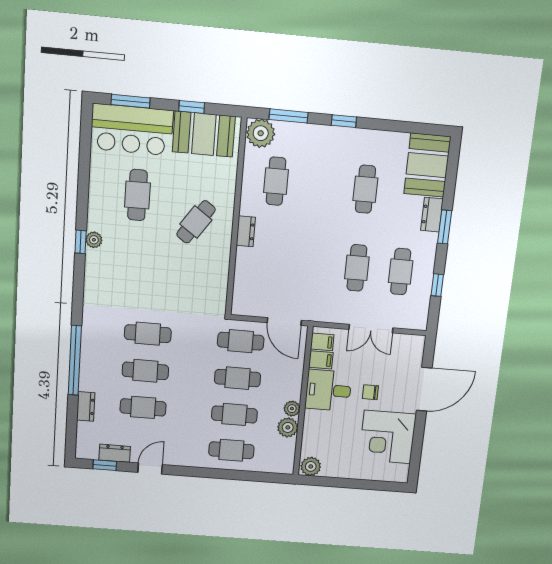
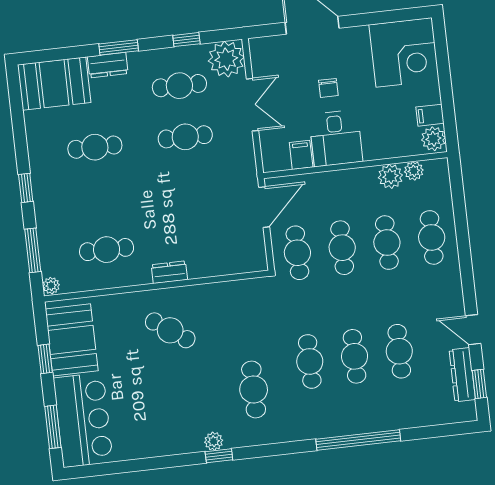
plant: (261, 133) -> (51, 286), width x0.53, depth x0.53
cafe table: (137, 195) -> (254, 389), moved, turned 90
plant: (413, 315) -> (226, 59), added
filing cabinet: (322, 342) -> (430, 115), moved, turned -90
dresser: (86, 406) -> (411, 418), removed
plant: (292, 409) -> (414, 171), moved
corner desk: (387, 437) -> (404, 52), moved
dresser: (115, 453) -> (462, 375), width x1.44

